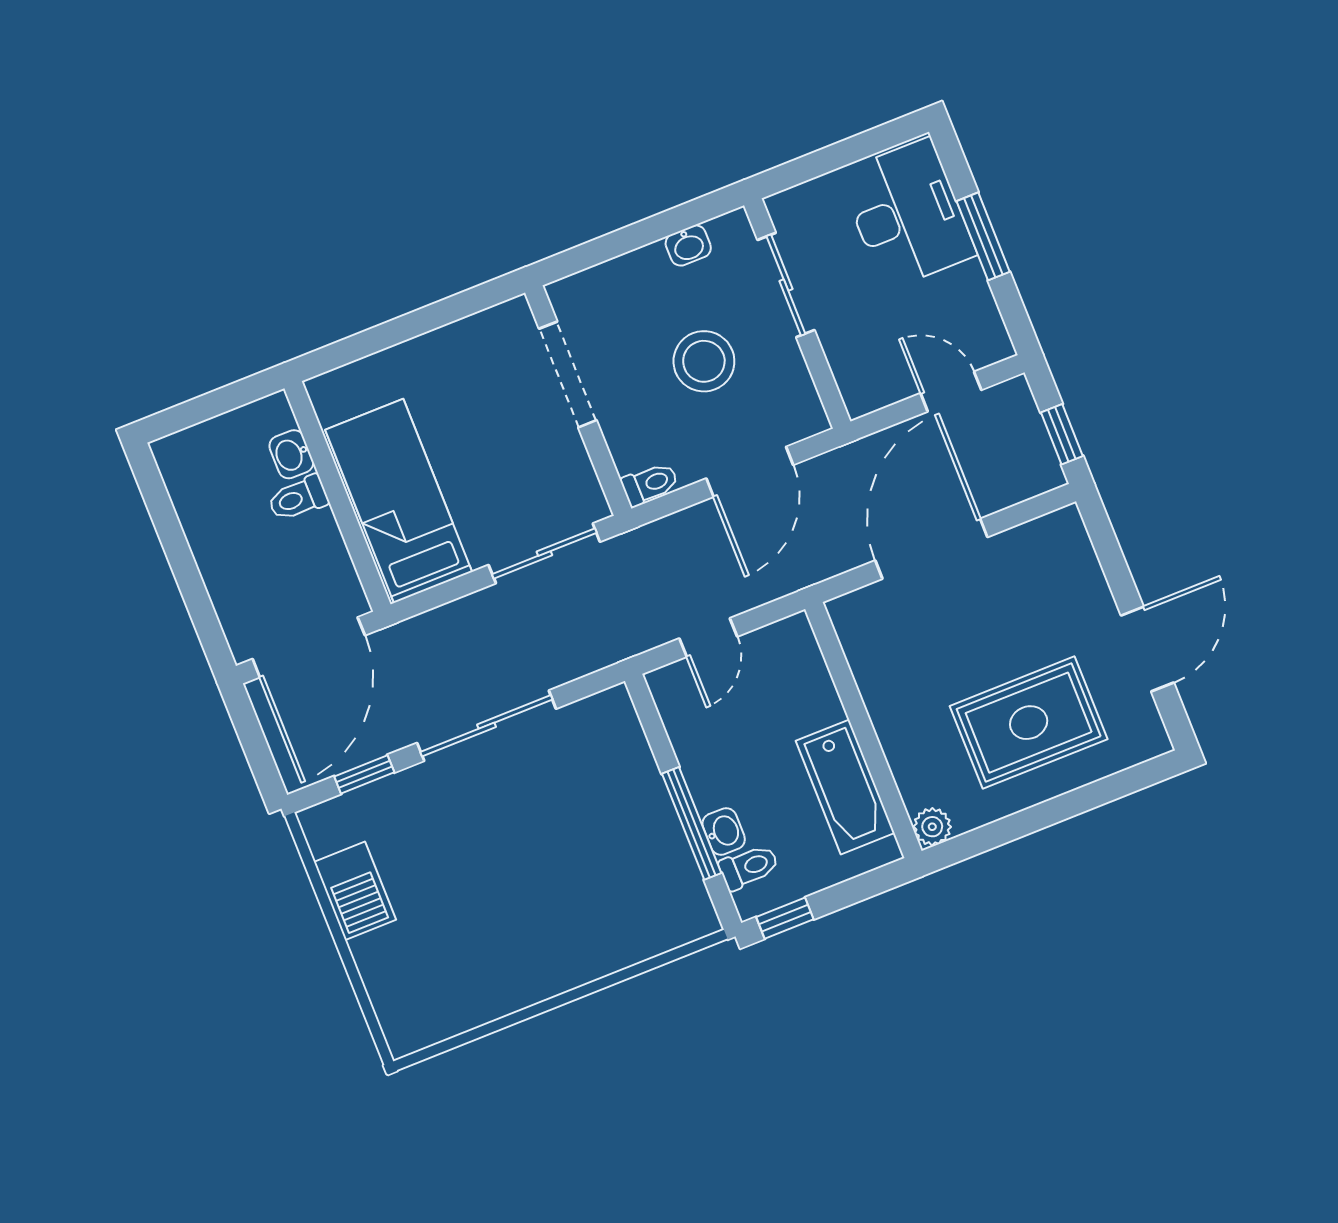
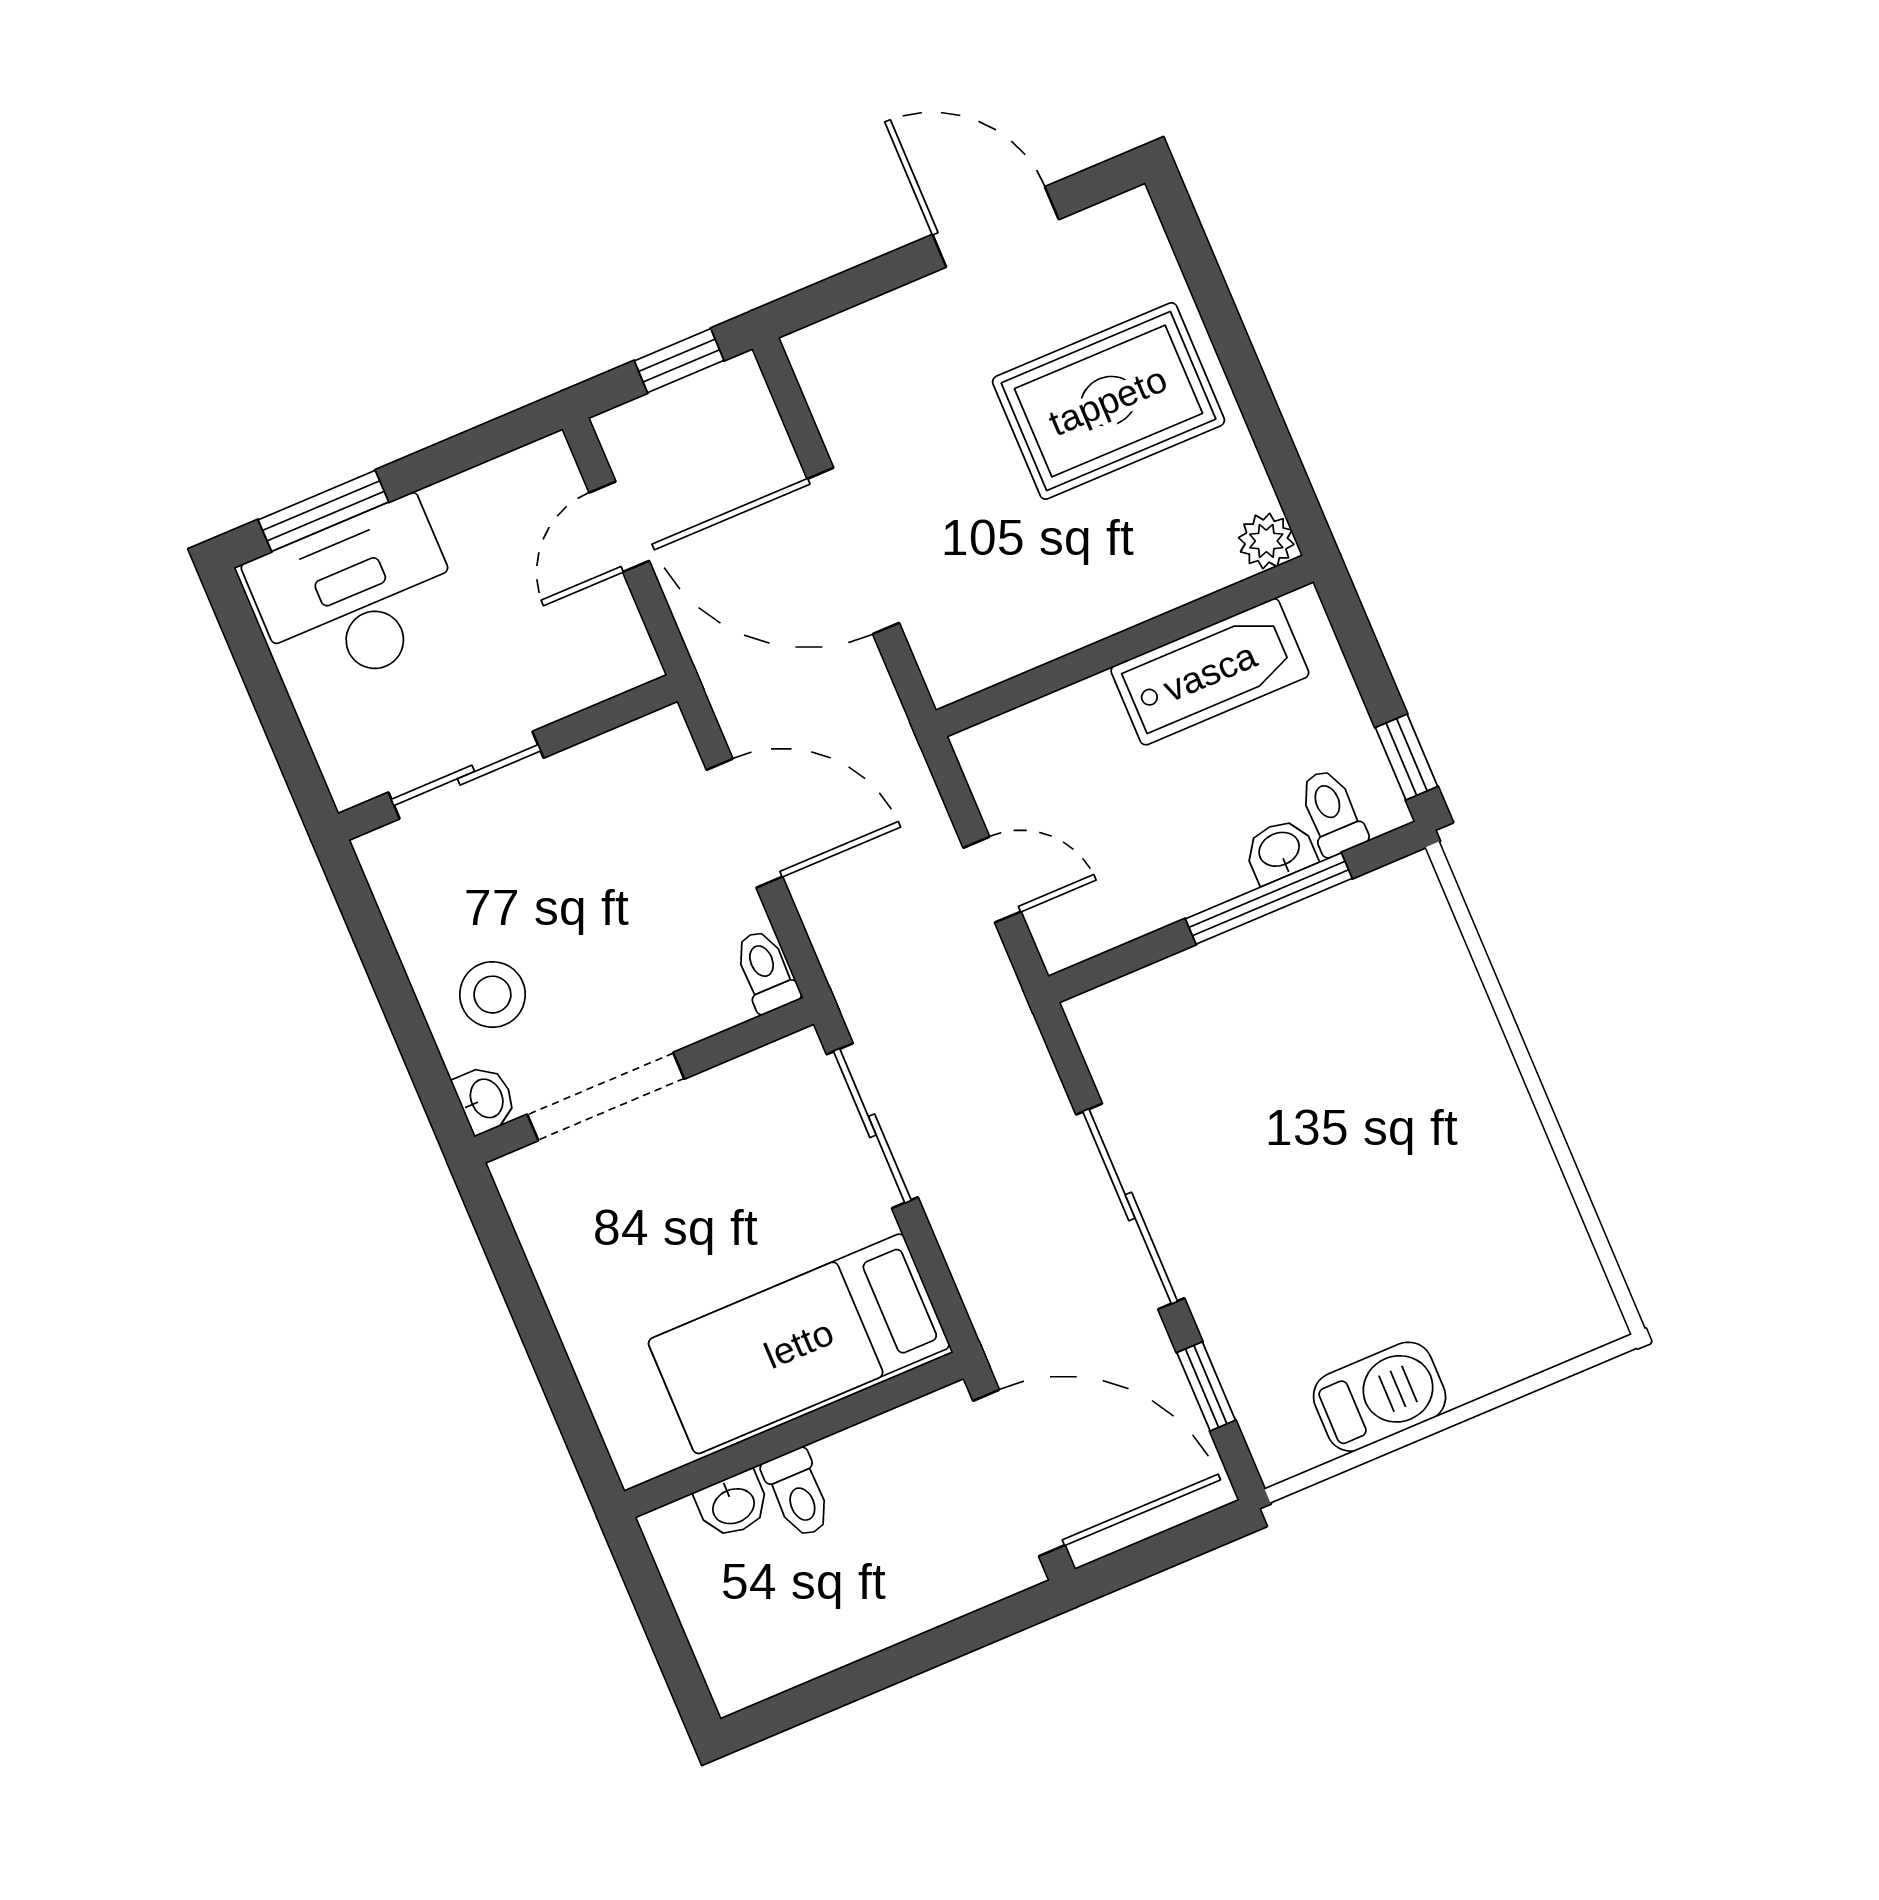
window: (983, 236) -> (323, 511), moved
washbasin: (688, 245) -> (485, 1099), moved
stool: (704, 361) -> (492, 995), moved, width x0.73, depth x0.73
rug: (1029, 723) -> (1108, 401), turned 90

